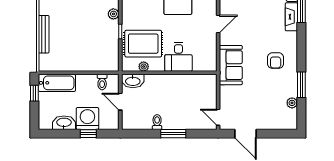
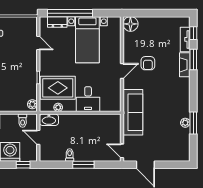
plant: (113, 14) -> (32, 104), moved
armchair: (276, 61) -> (148, 63), moved
sofa: (231, 65) -> (133, 112), width x1.36
plant: (292, 103) -> (185, 123), moved
window: (88, 134) -> (23, 165), moved

